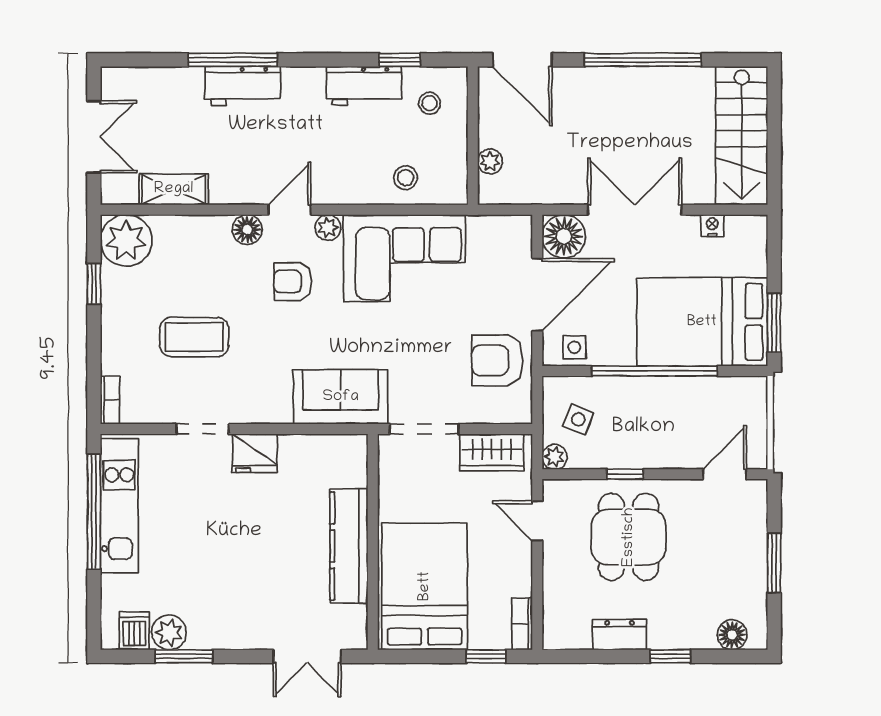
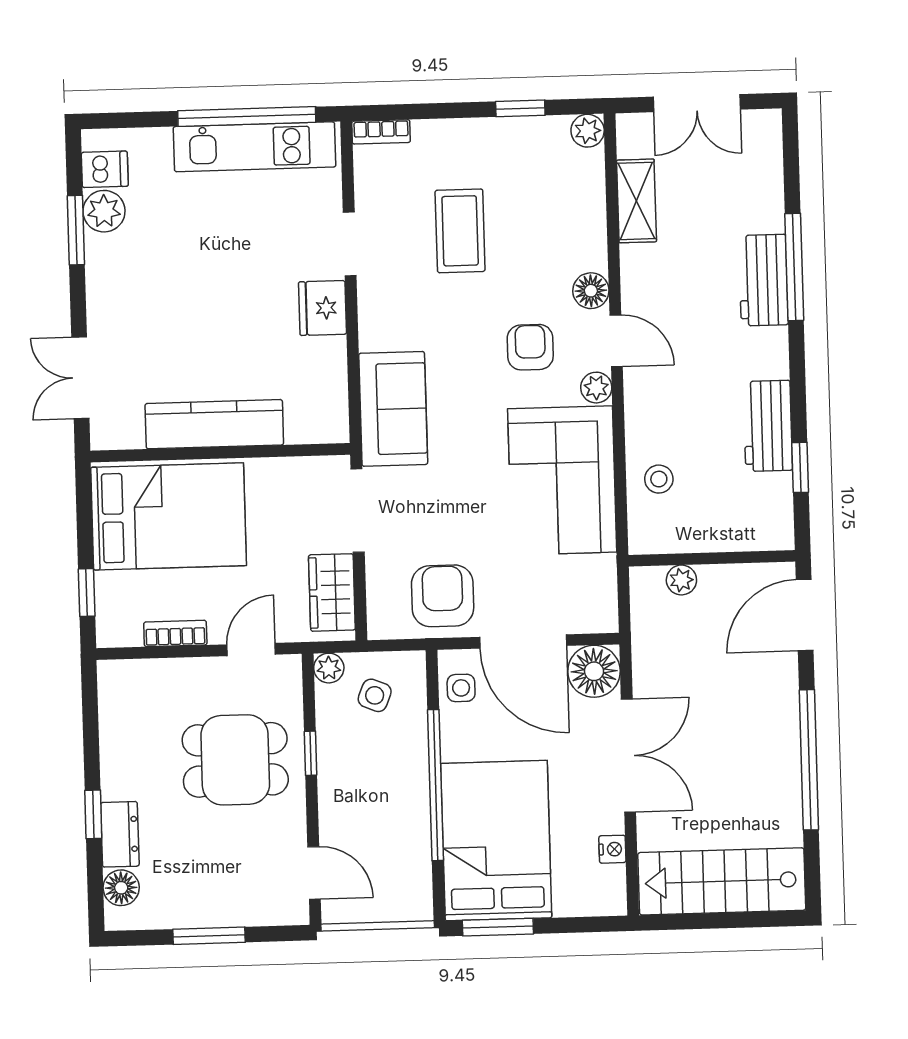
stool: (429, 103) -> (749, 505), removed
plant: (126, 240) -> (588, 131), width x0.53, depth x0.53
bookcase: (522, 624) -> (175, 633), moved
dresser: (620, 635) -> (120, 834), moved

